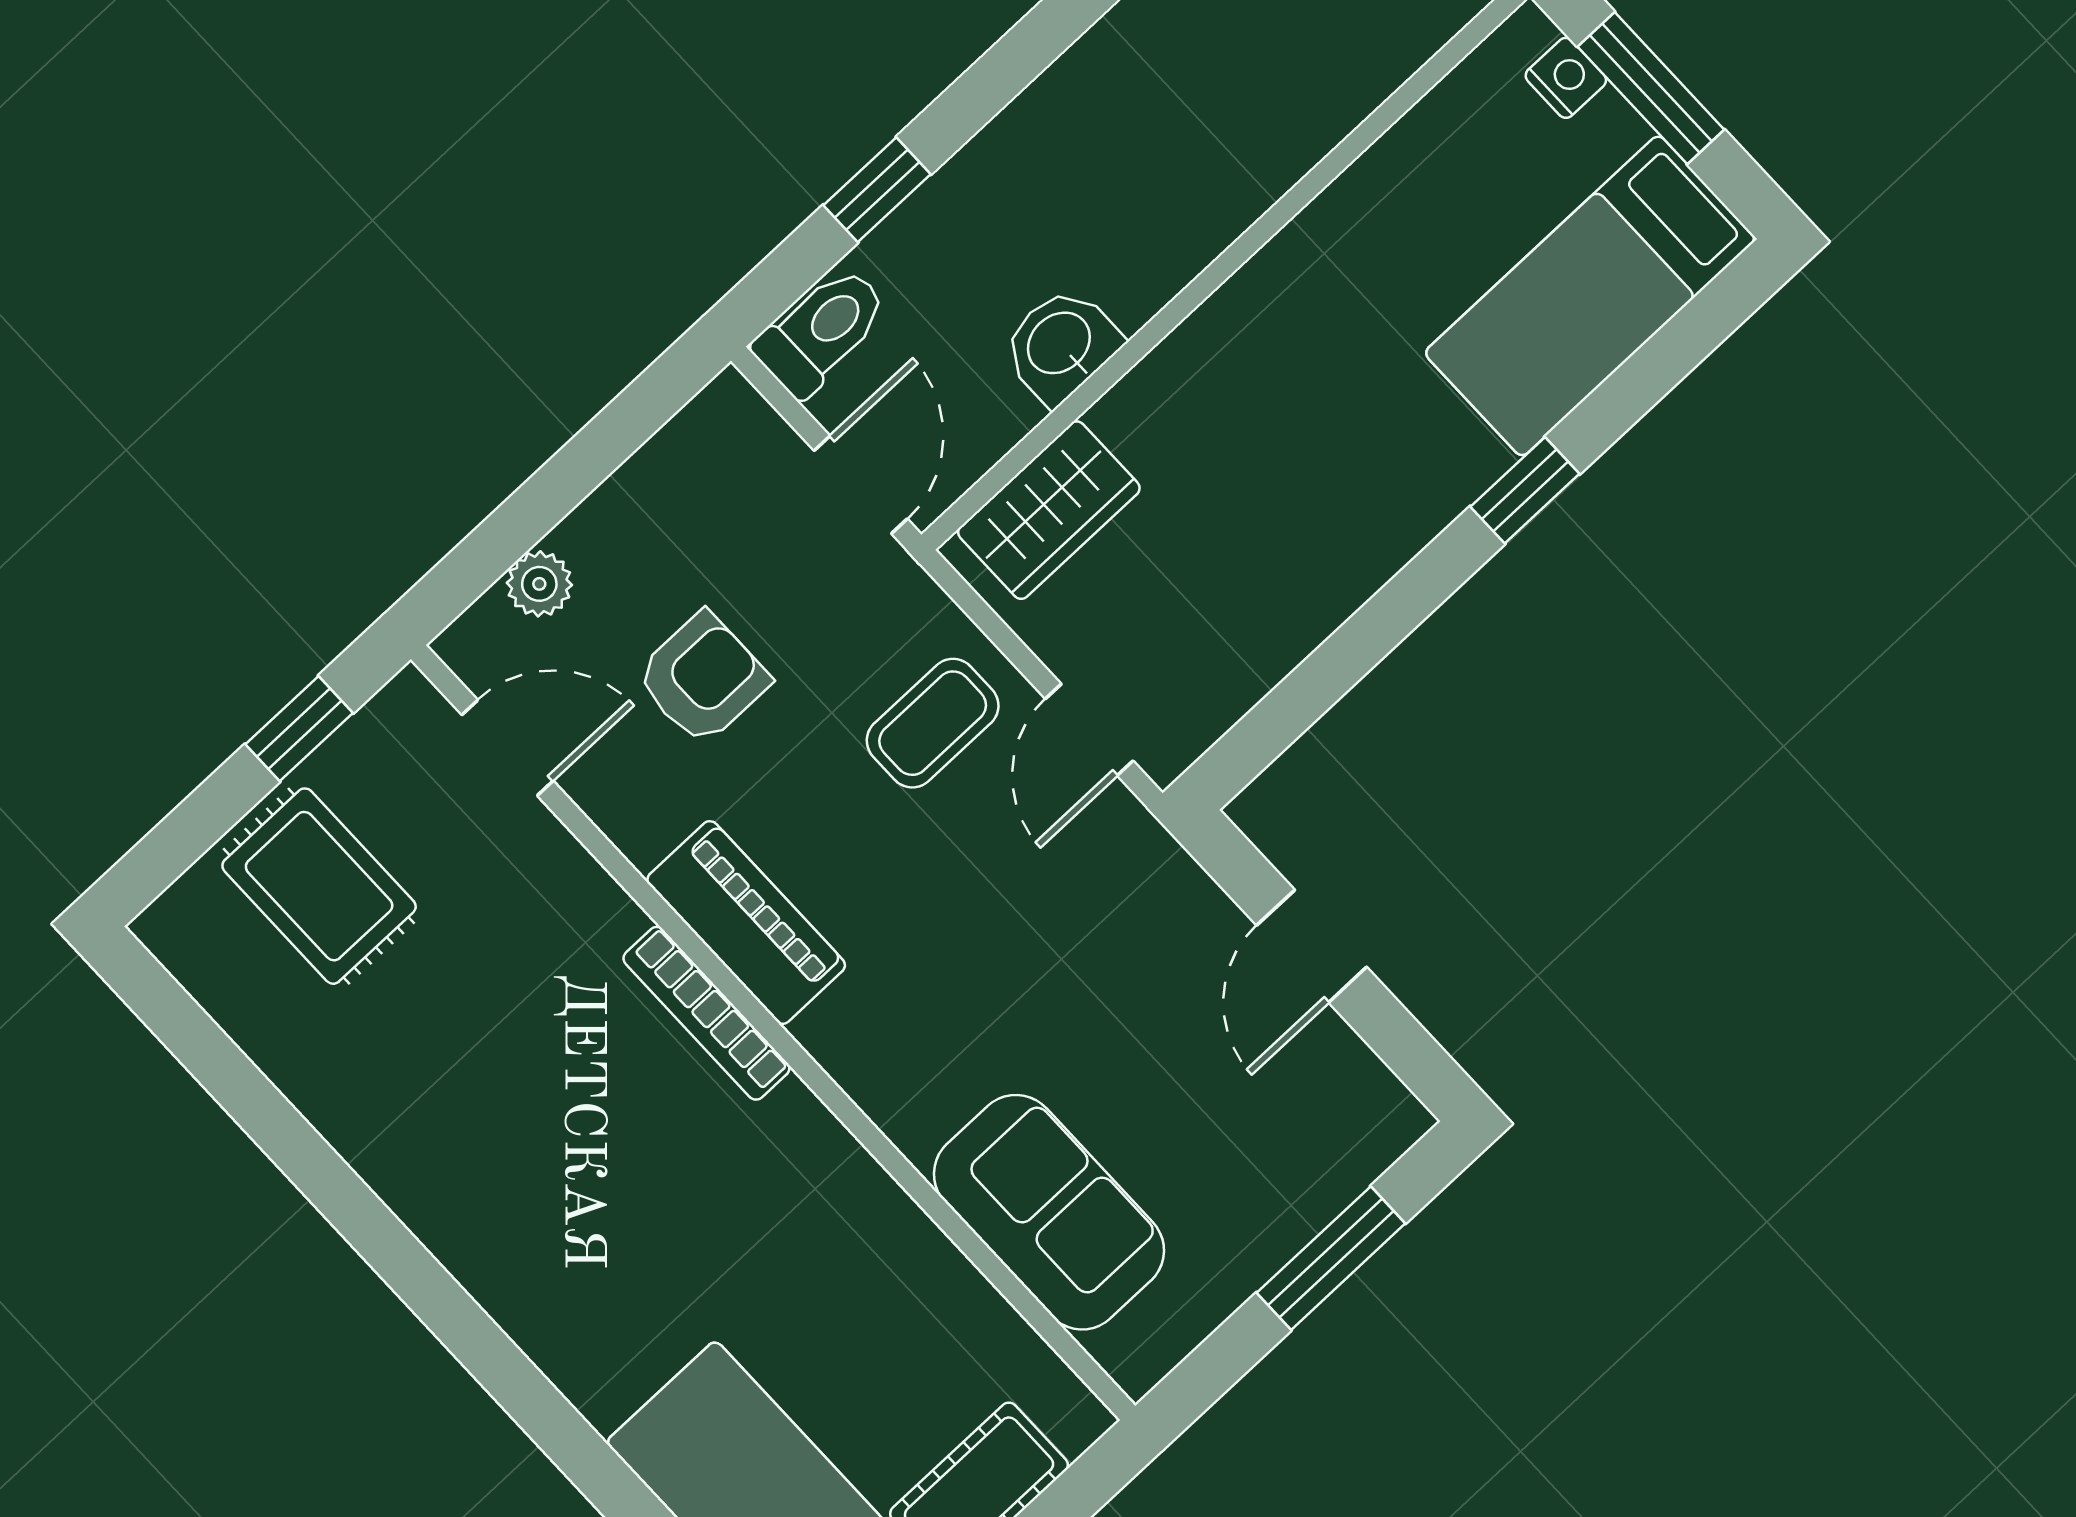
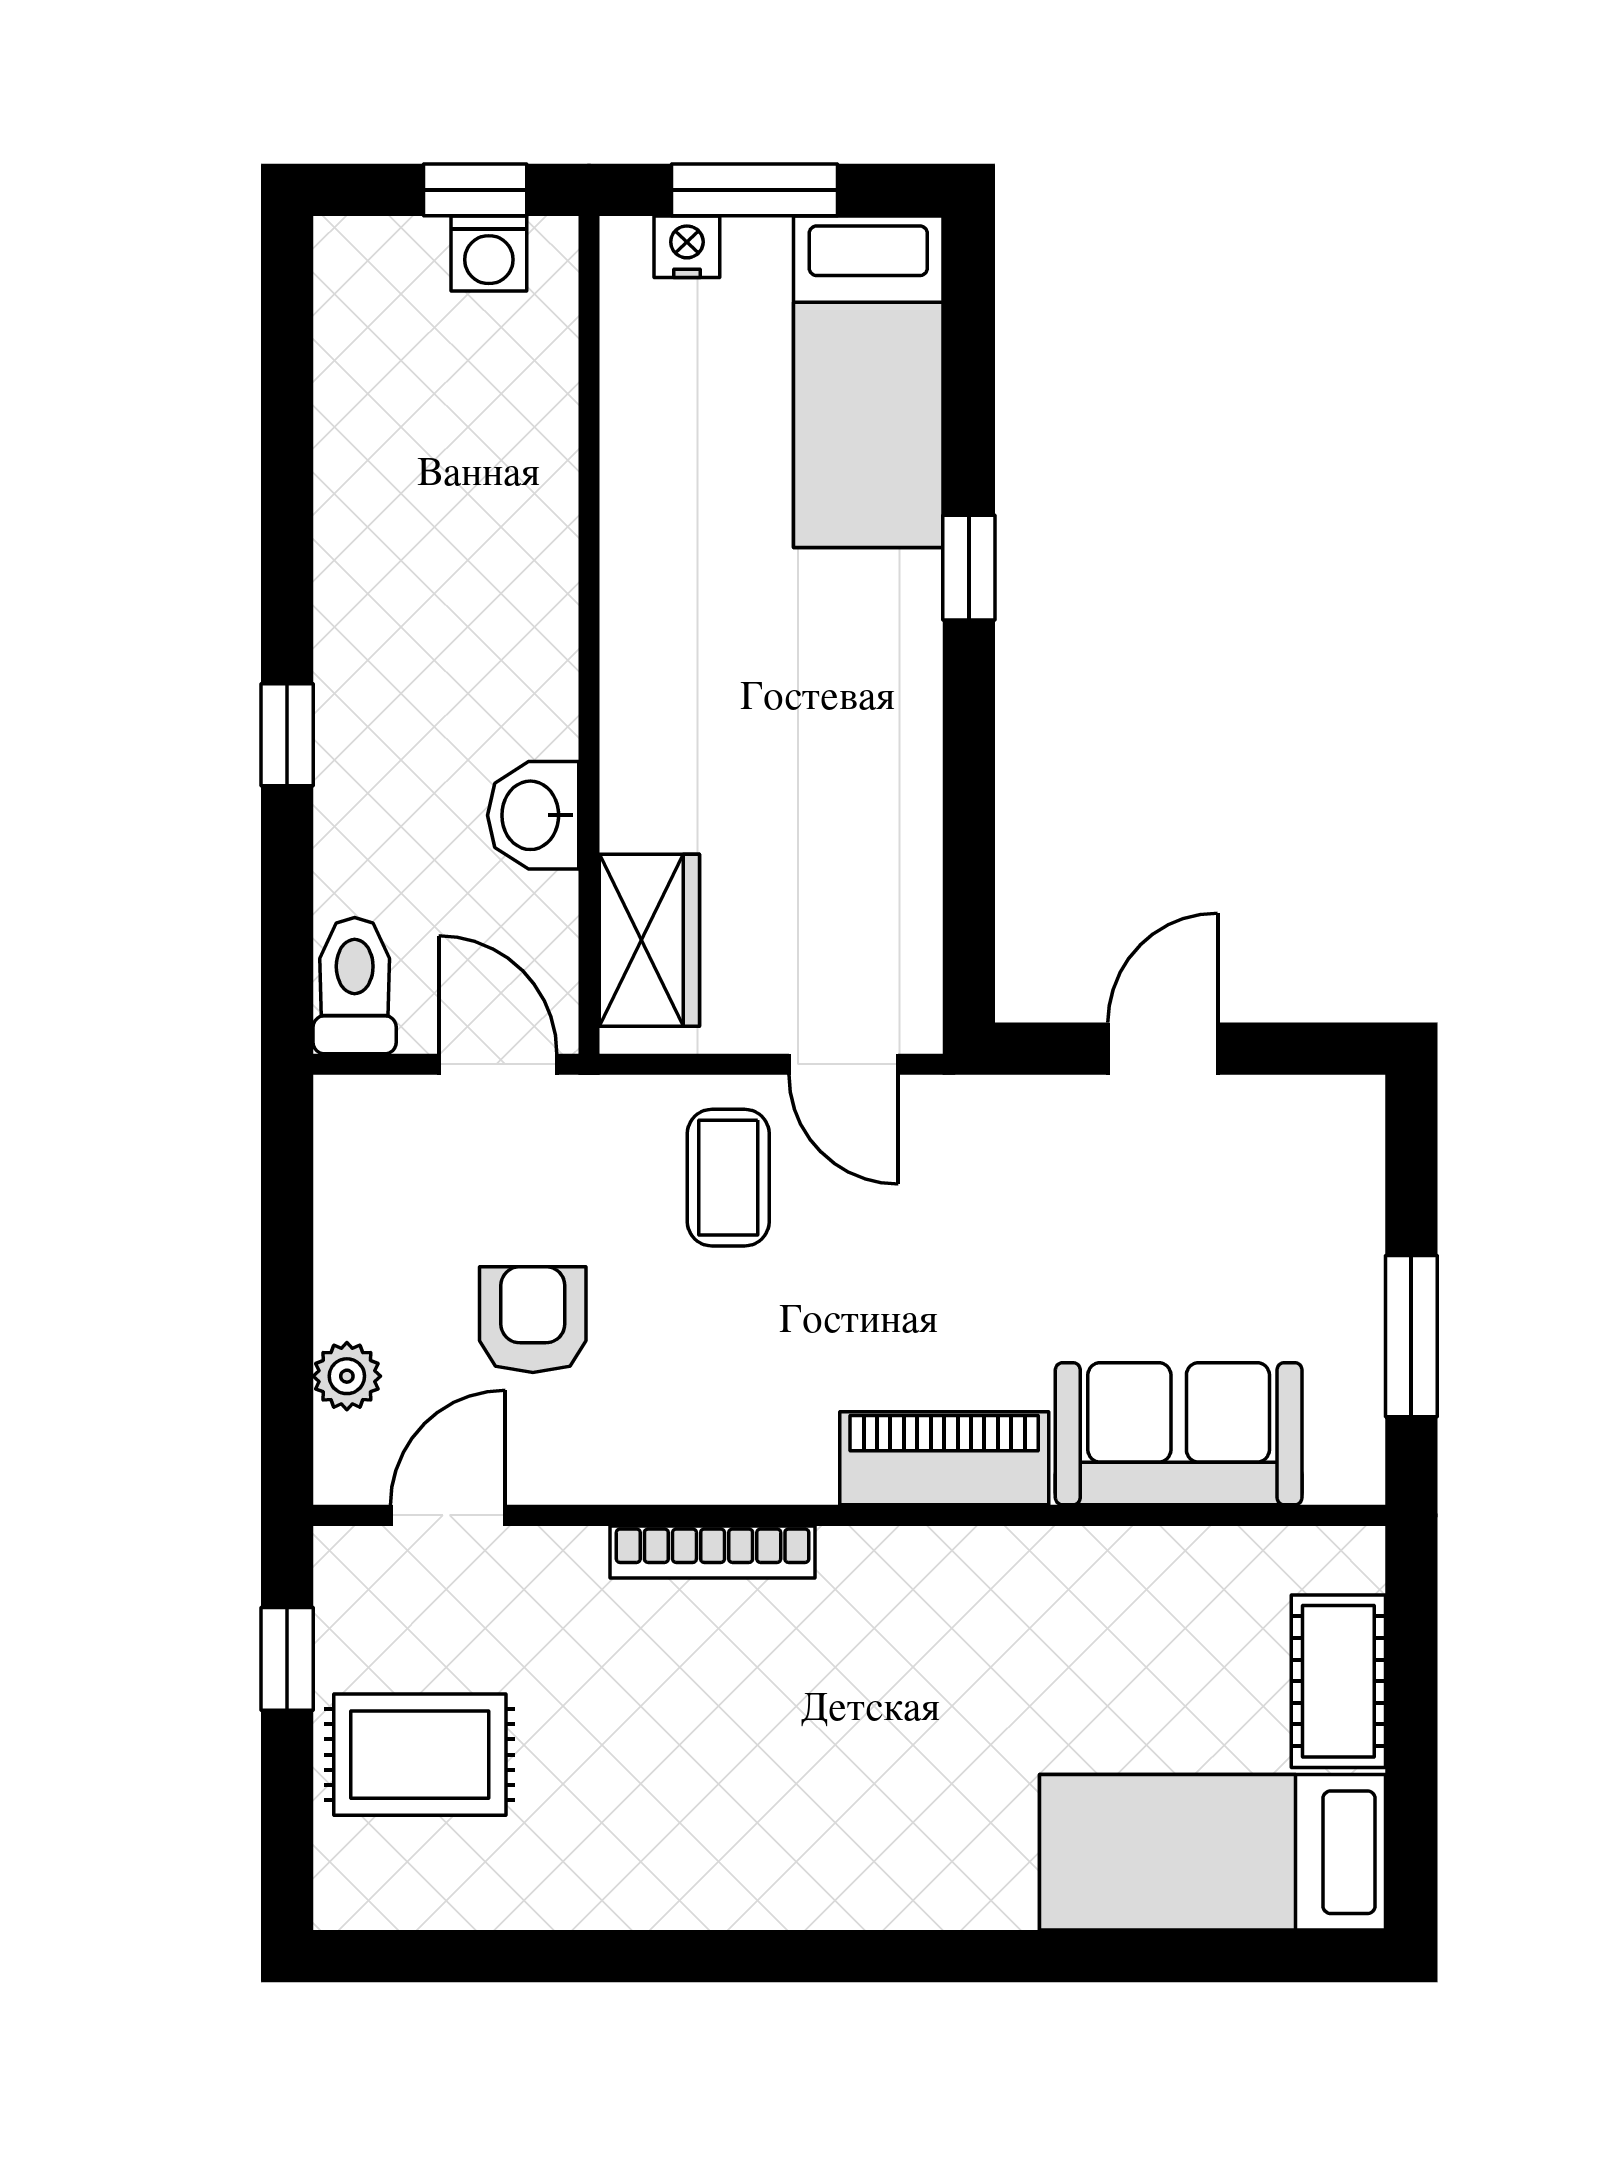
window: (877, 190) -> (287, 735), moved
piano: (746, 923) -> (944, 1458), moved
door: (1312, 946) -> (1163, 1049), swing flipped
bookcase: (706, 1013) -> (713, 1552), moved
window: (1331, 1258) -> (1411, 1336), moved

